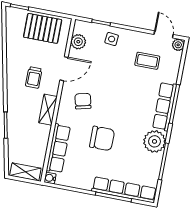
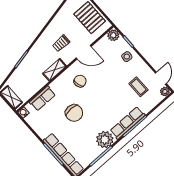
plant: (78, 42) -> (113, 35), moved
row of seats: (58, 148) -> (42, 98), width x0.68

